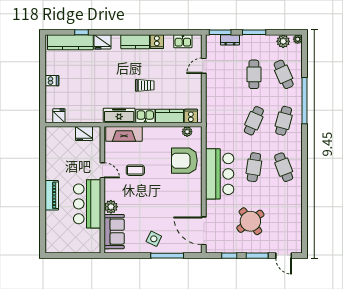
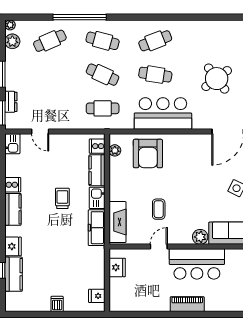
kitchen sink: (183, 41) -> (12, 144), moved
kitchen counter: (70, 42) -> (14, 274), width x0.67
cafe table: (254, 74) -> (103, 108), moved

